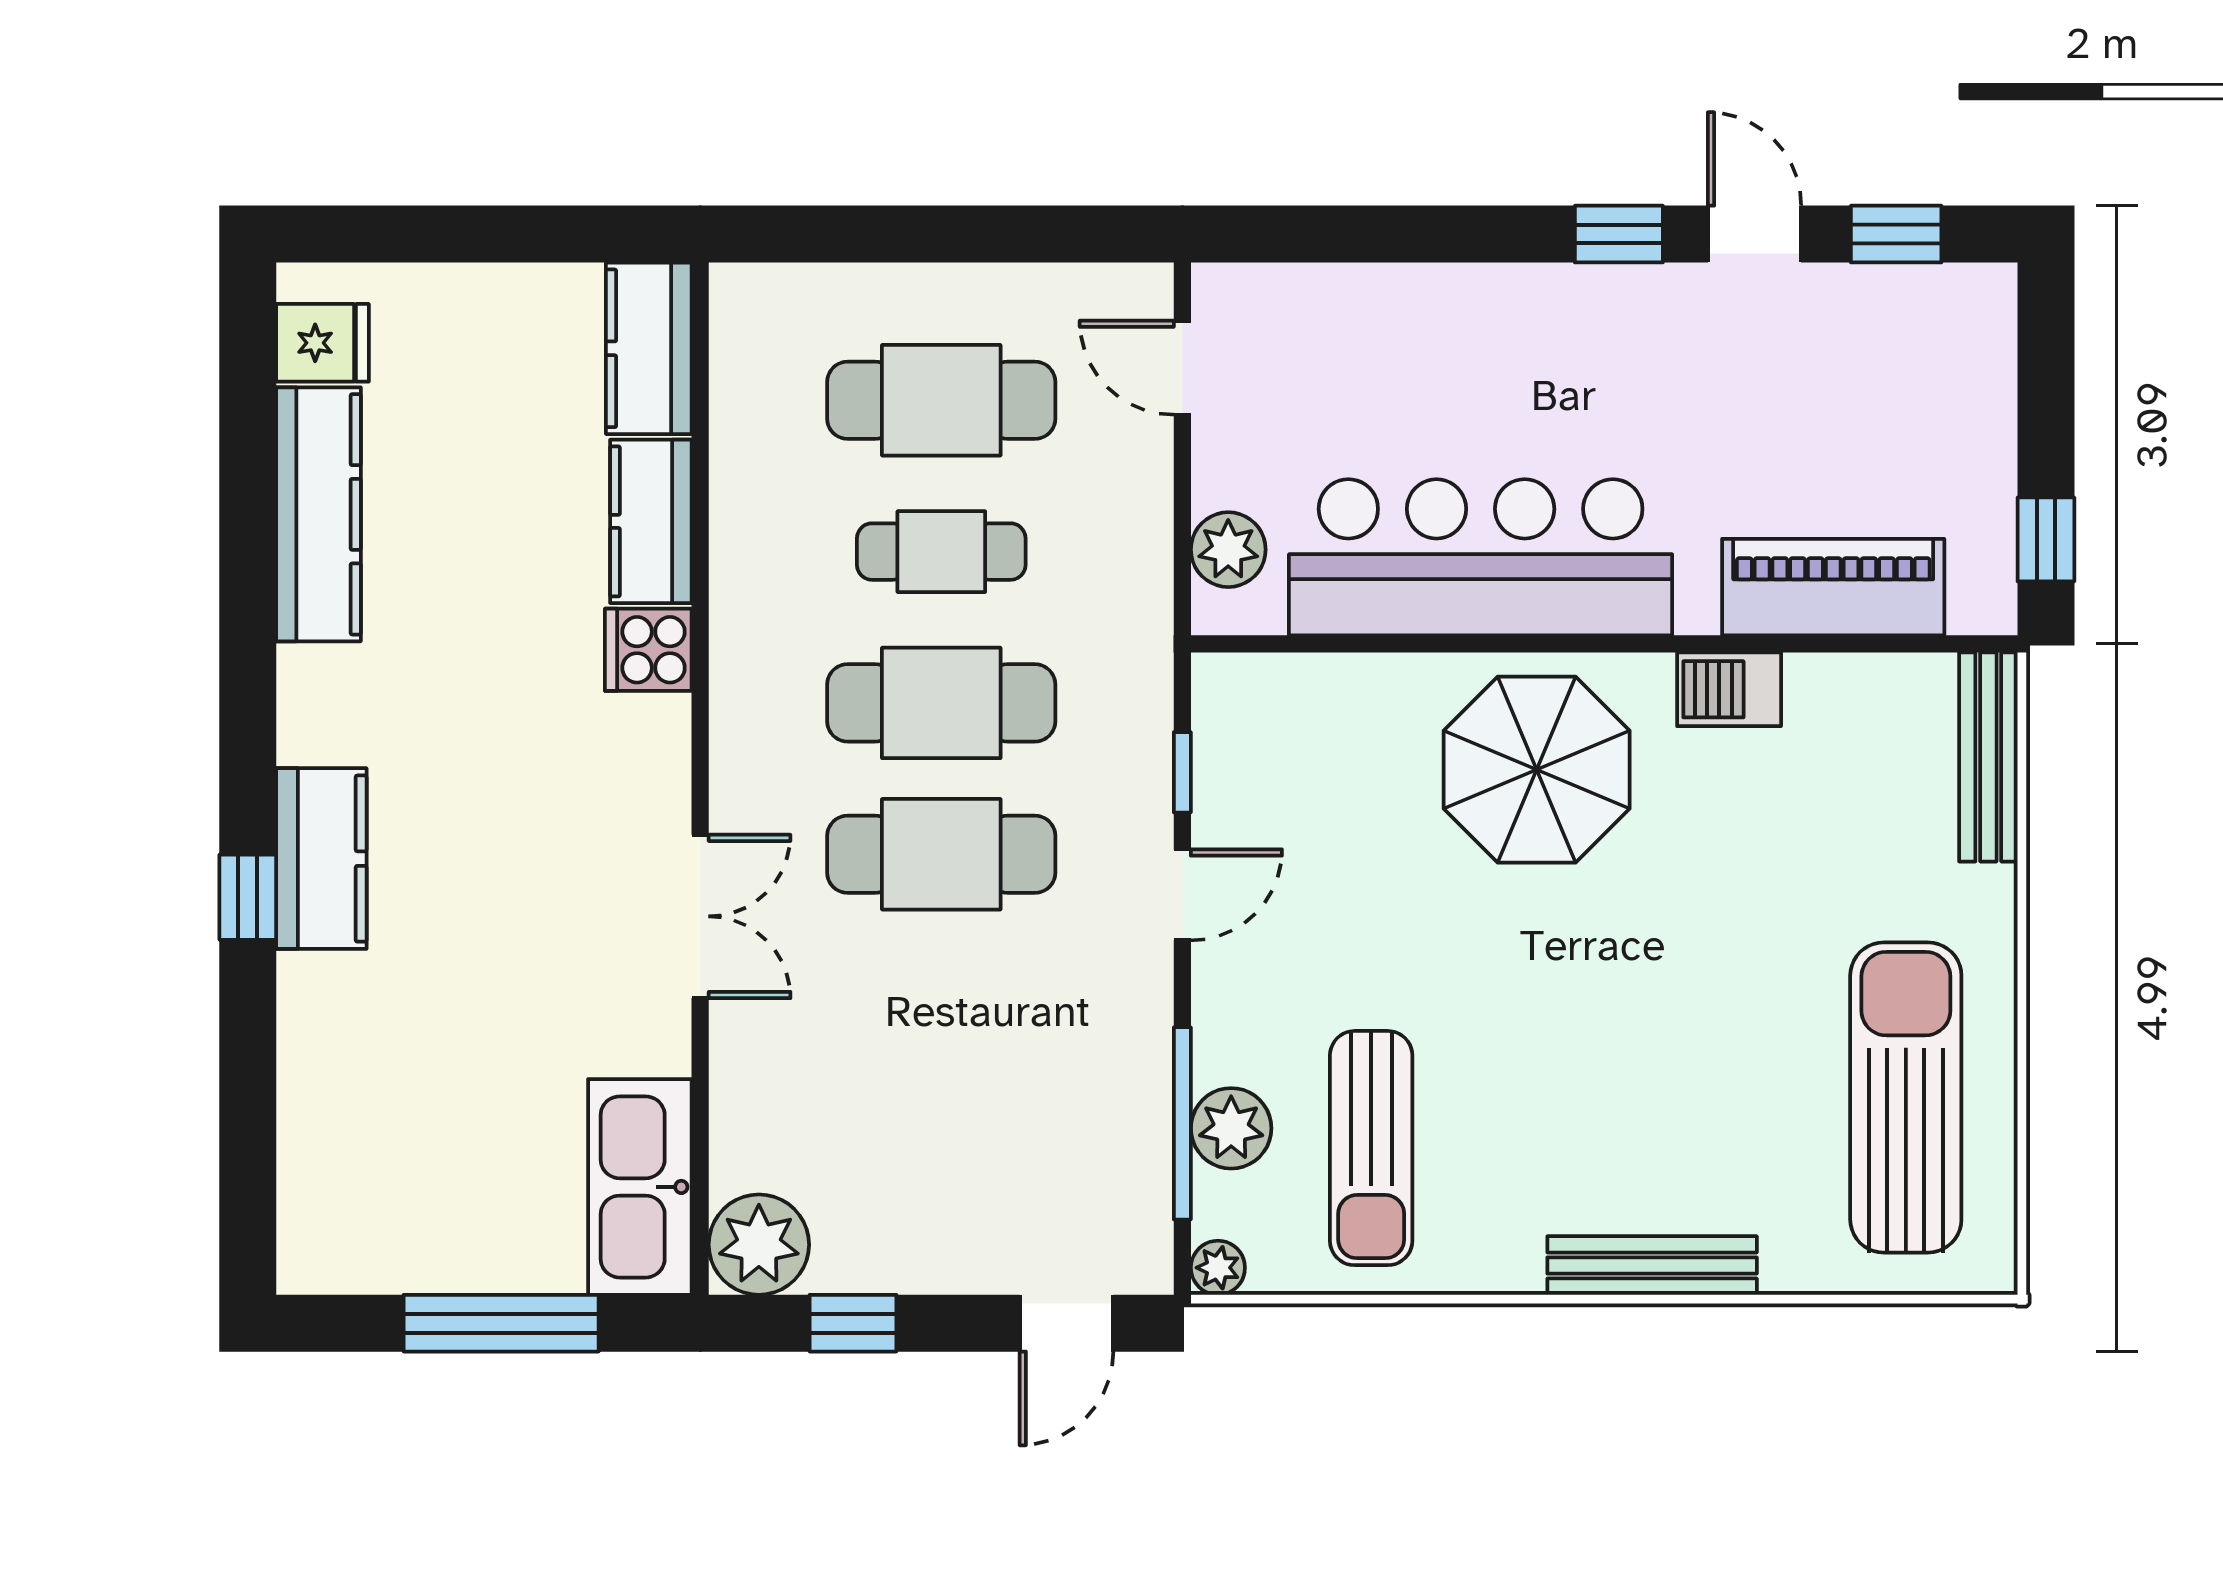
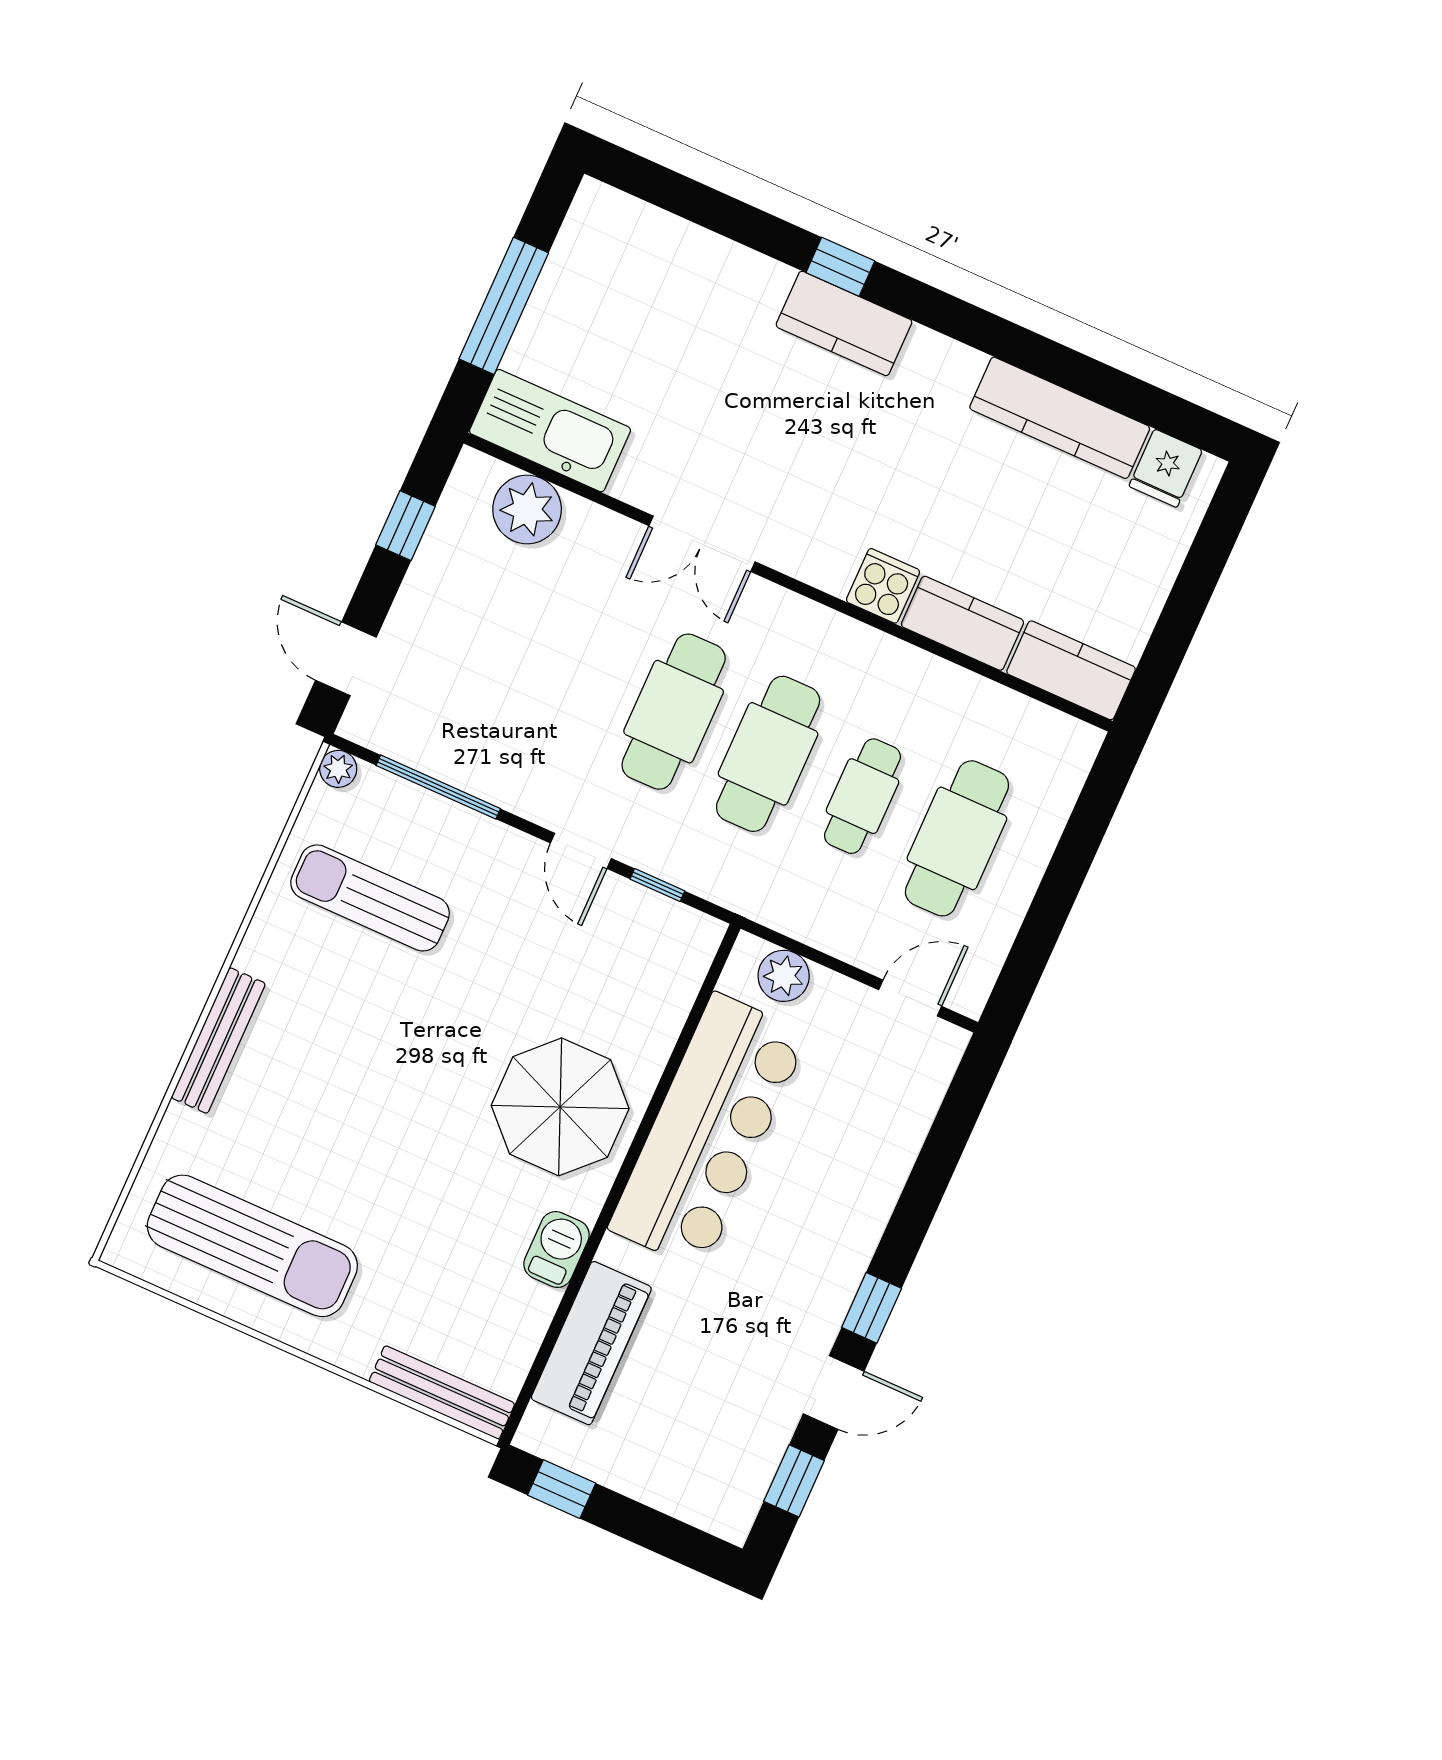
plant: (1231, 1128) -> (422, 816), removed
plant: (759, 1245) -> (527, 509), moved

